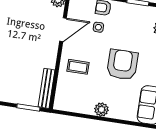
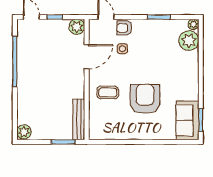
armchair: (122, 65) -> (145, 99), moved
plant: (101, 110) -> (138, 133), removed

